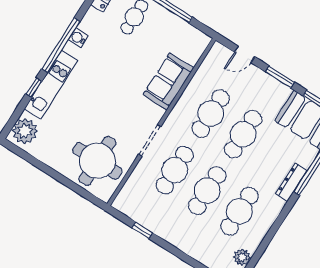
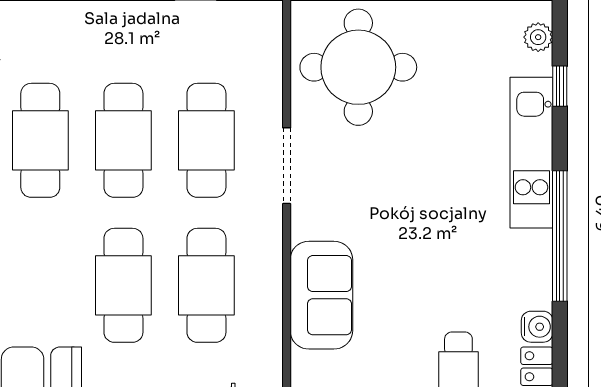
water cooler: (78, 38) -> (537, 327), moved
window: (34, 88) -> (560, 86), moved
plant: (25, 131) -> (538, 37), width x0.53, depth x0.53

